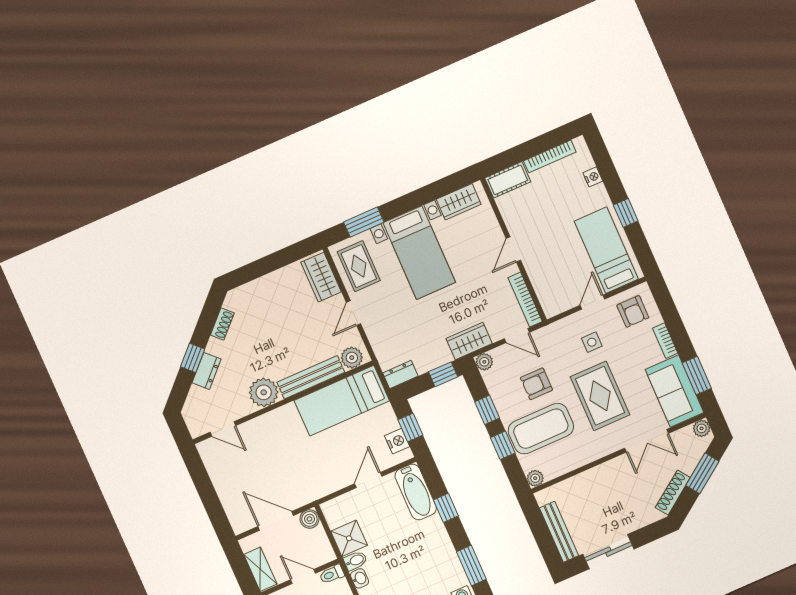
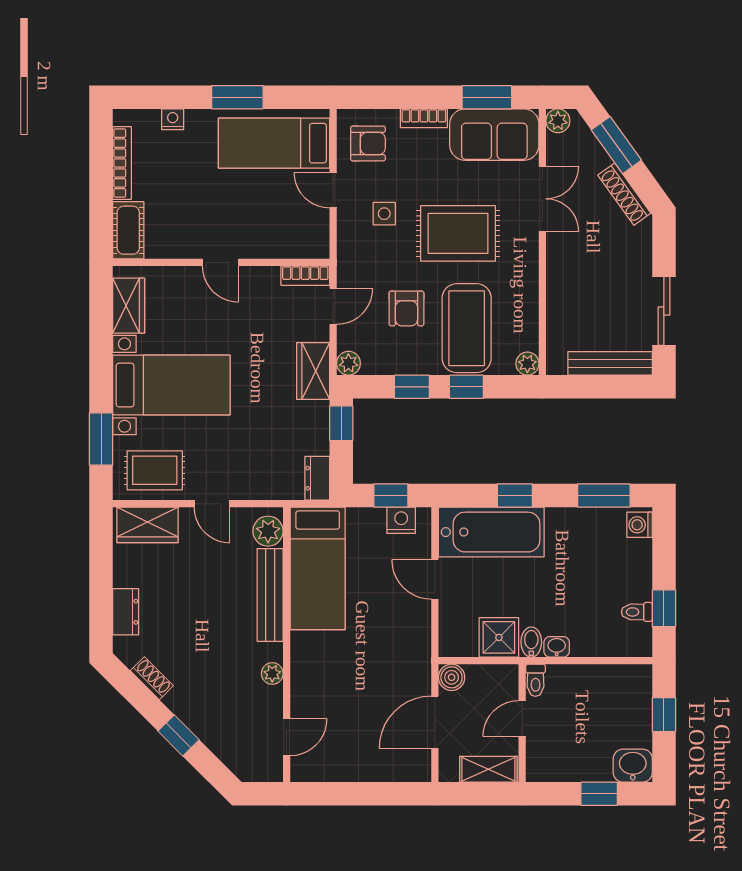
window: (626, 213) -> (237, 97), width x1.50
bookcase: (525, 300) -> (305, 276), width x0.64
dresser: (207, 371) -> (126, 612), moved, turned 45
plant: (264, 392) -> (272, 674), width x0.53, depth x0.53
bathtub: (416, 492) -> (491, 532), width x1.36, depth x1.36

